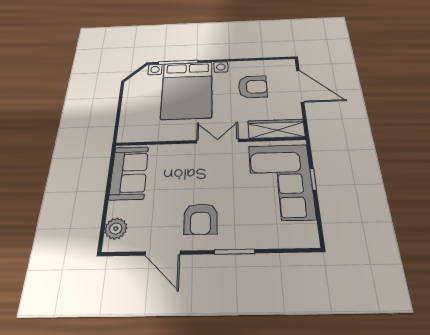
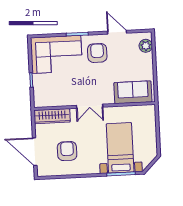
armchair: (253, 87) -> (67, 151), turned 90
bed with nightstands: (187, 90) -> (120, 148), width x0.73
sofa: (129, 173) -> (133, 92), moved, turned 90
corner sofa: (281, 181) -> (56, 54), moved, turned 90

